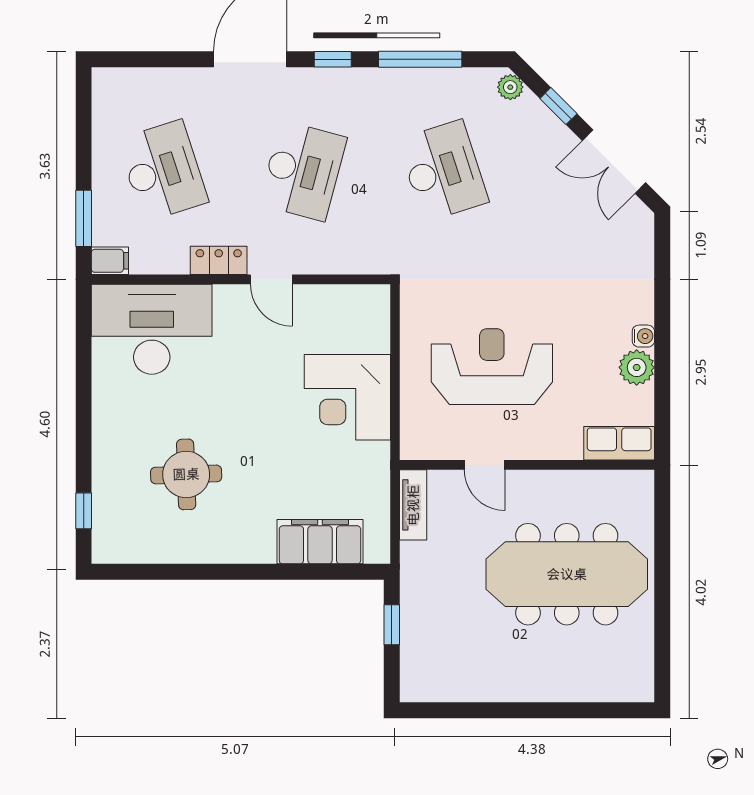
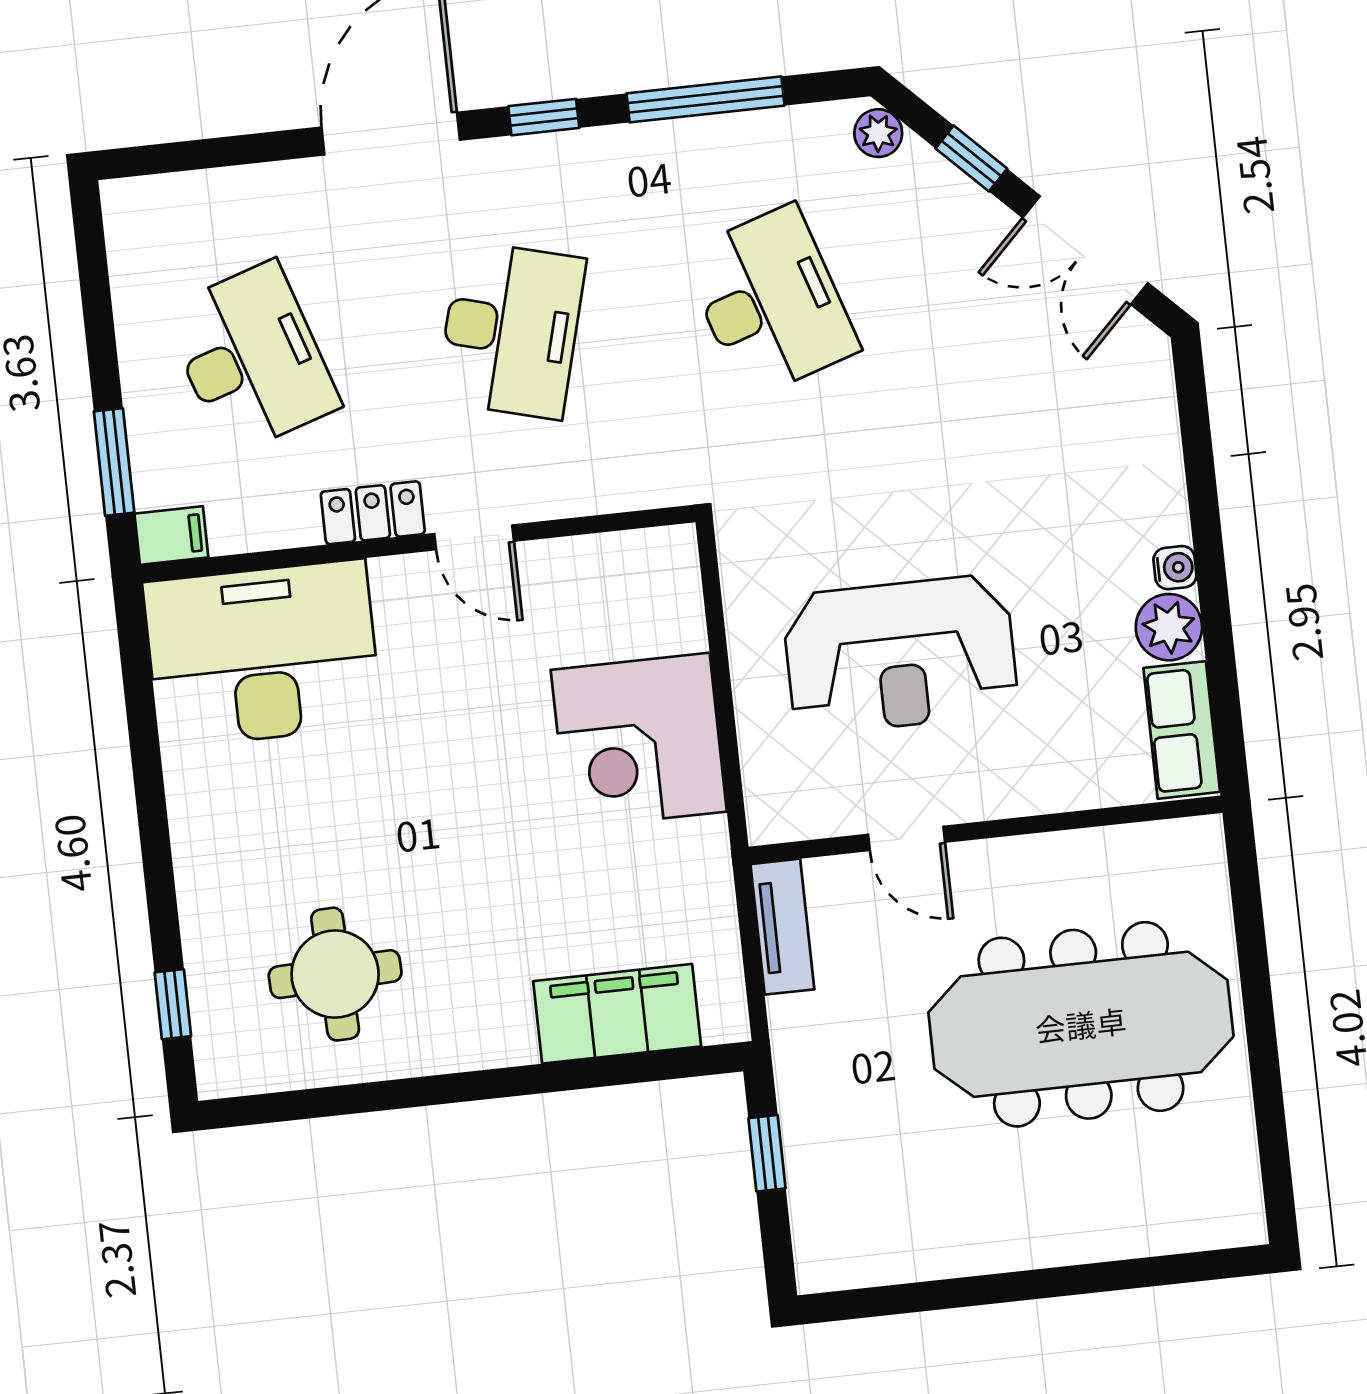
reception desk: (492, 367) -> (900, 655), turned 180
row of seats: (619, 443) -> (1182, 730), moved, turned -90
round table: (186, 474) -> (335, 974), moved

